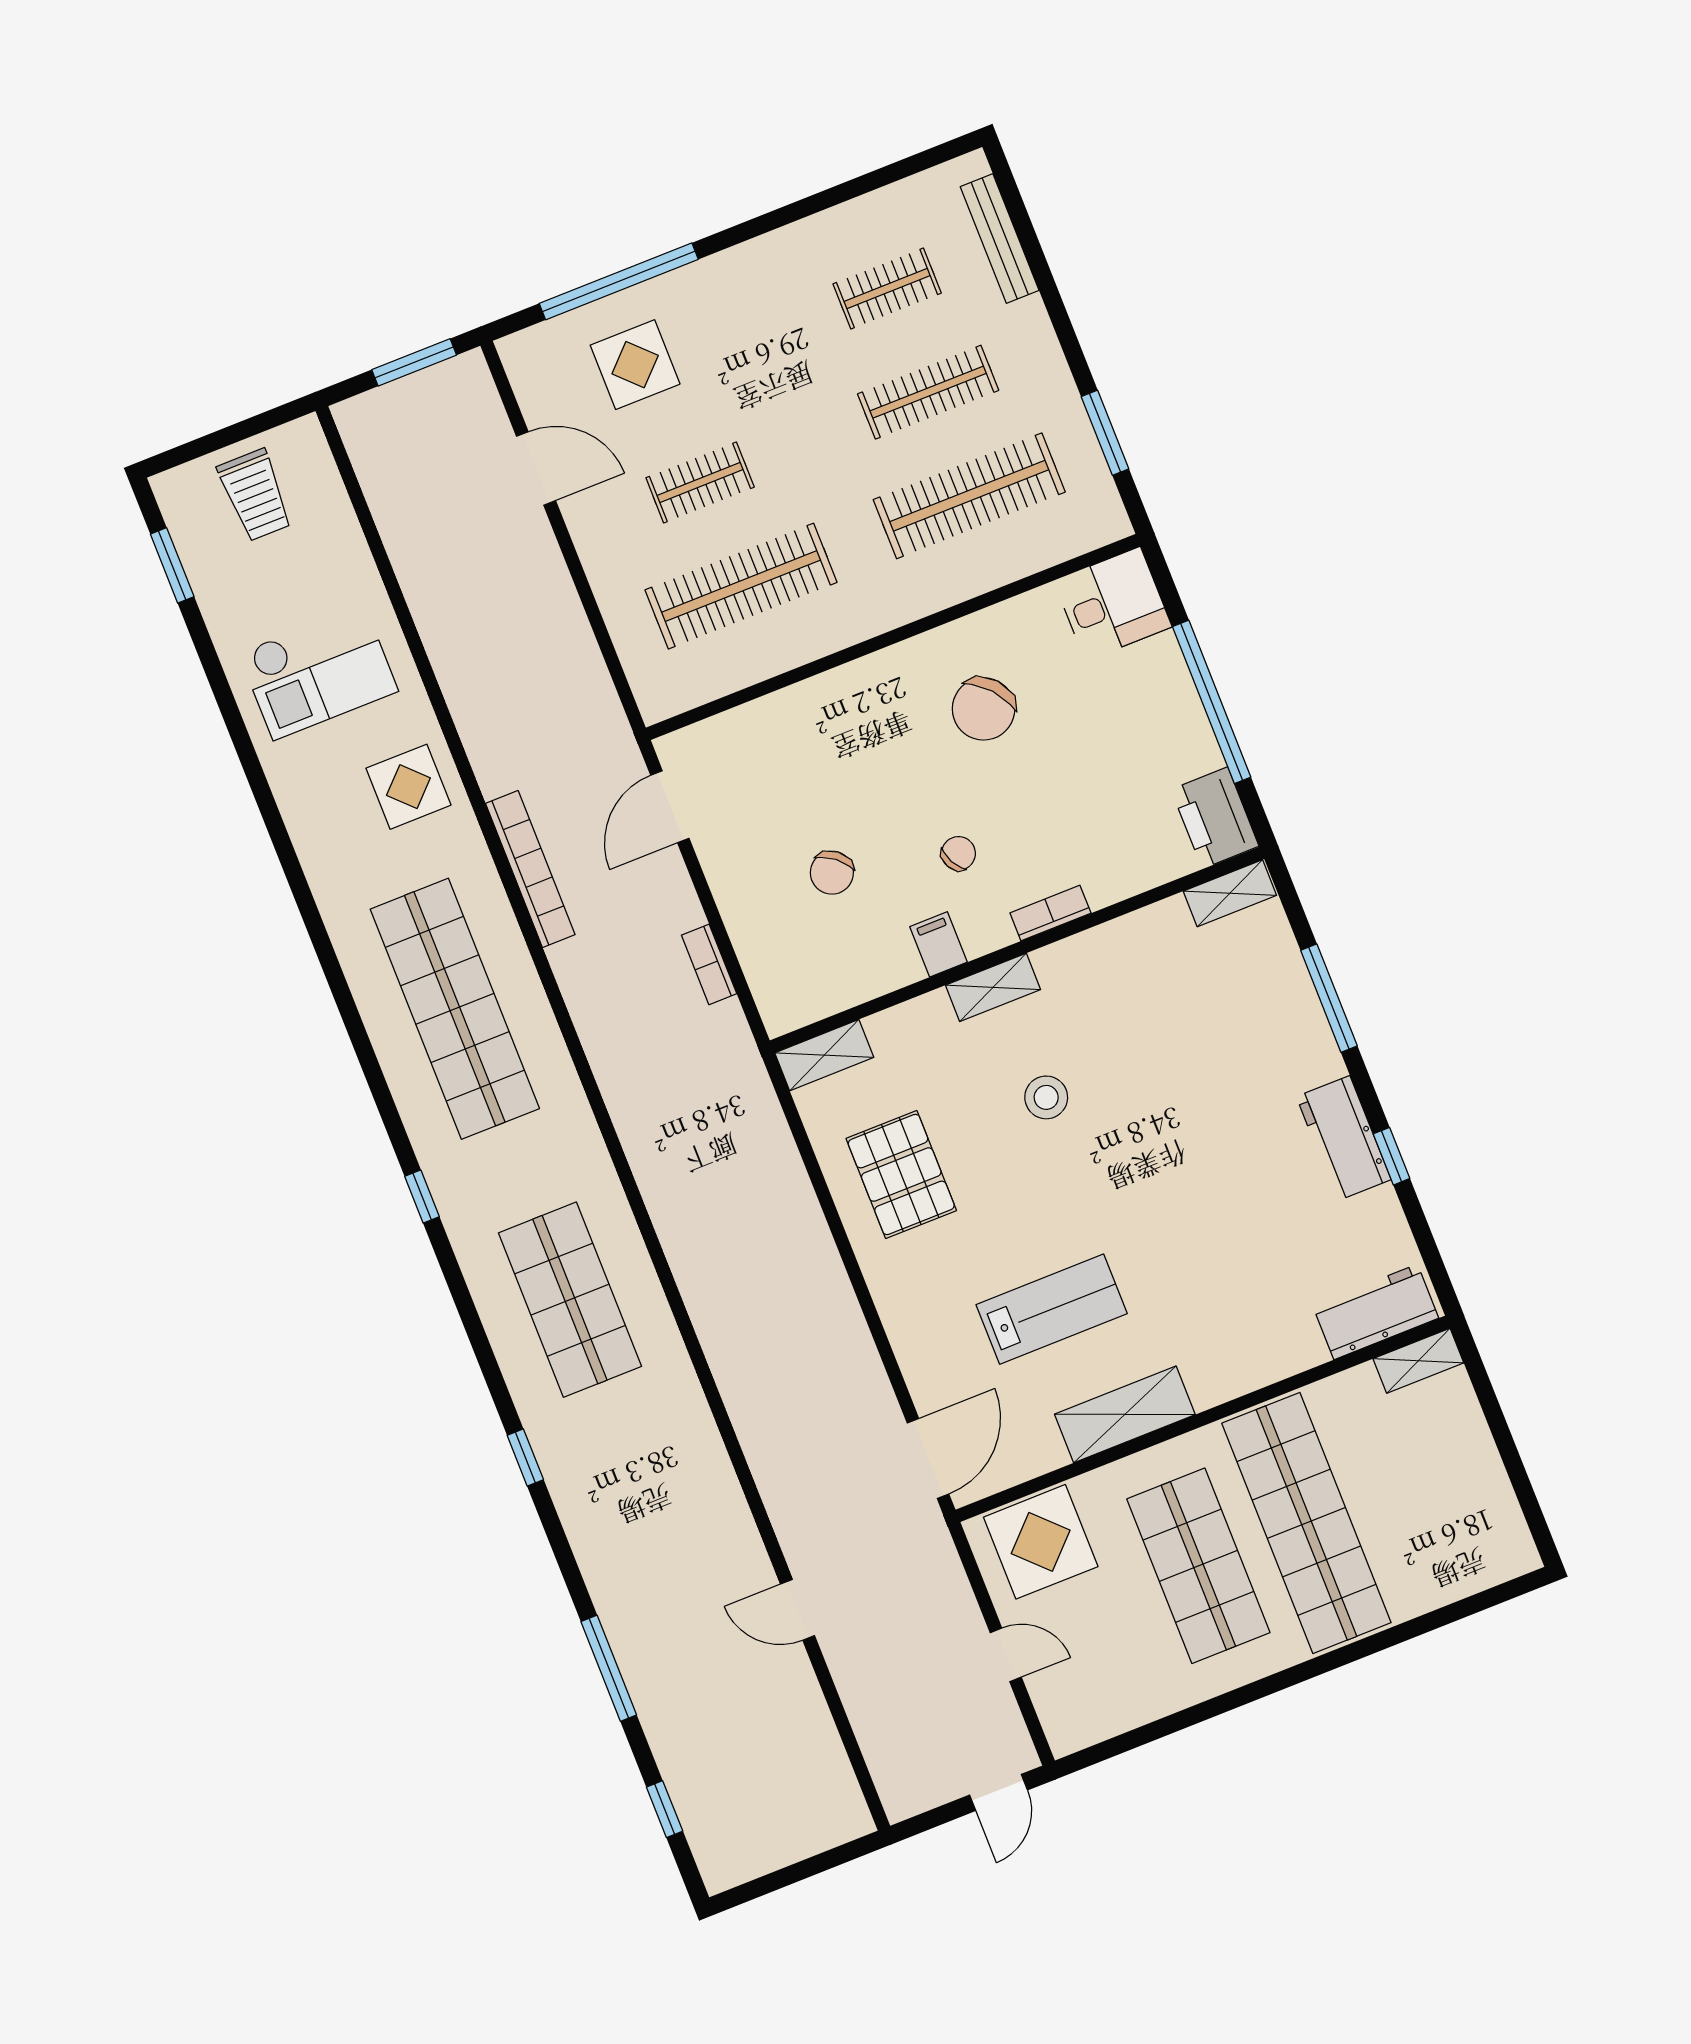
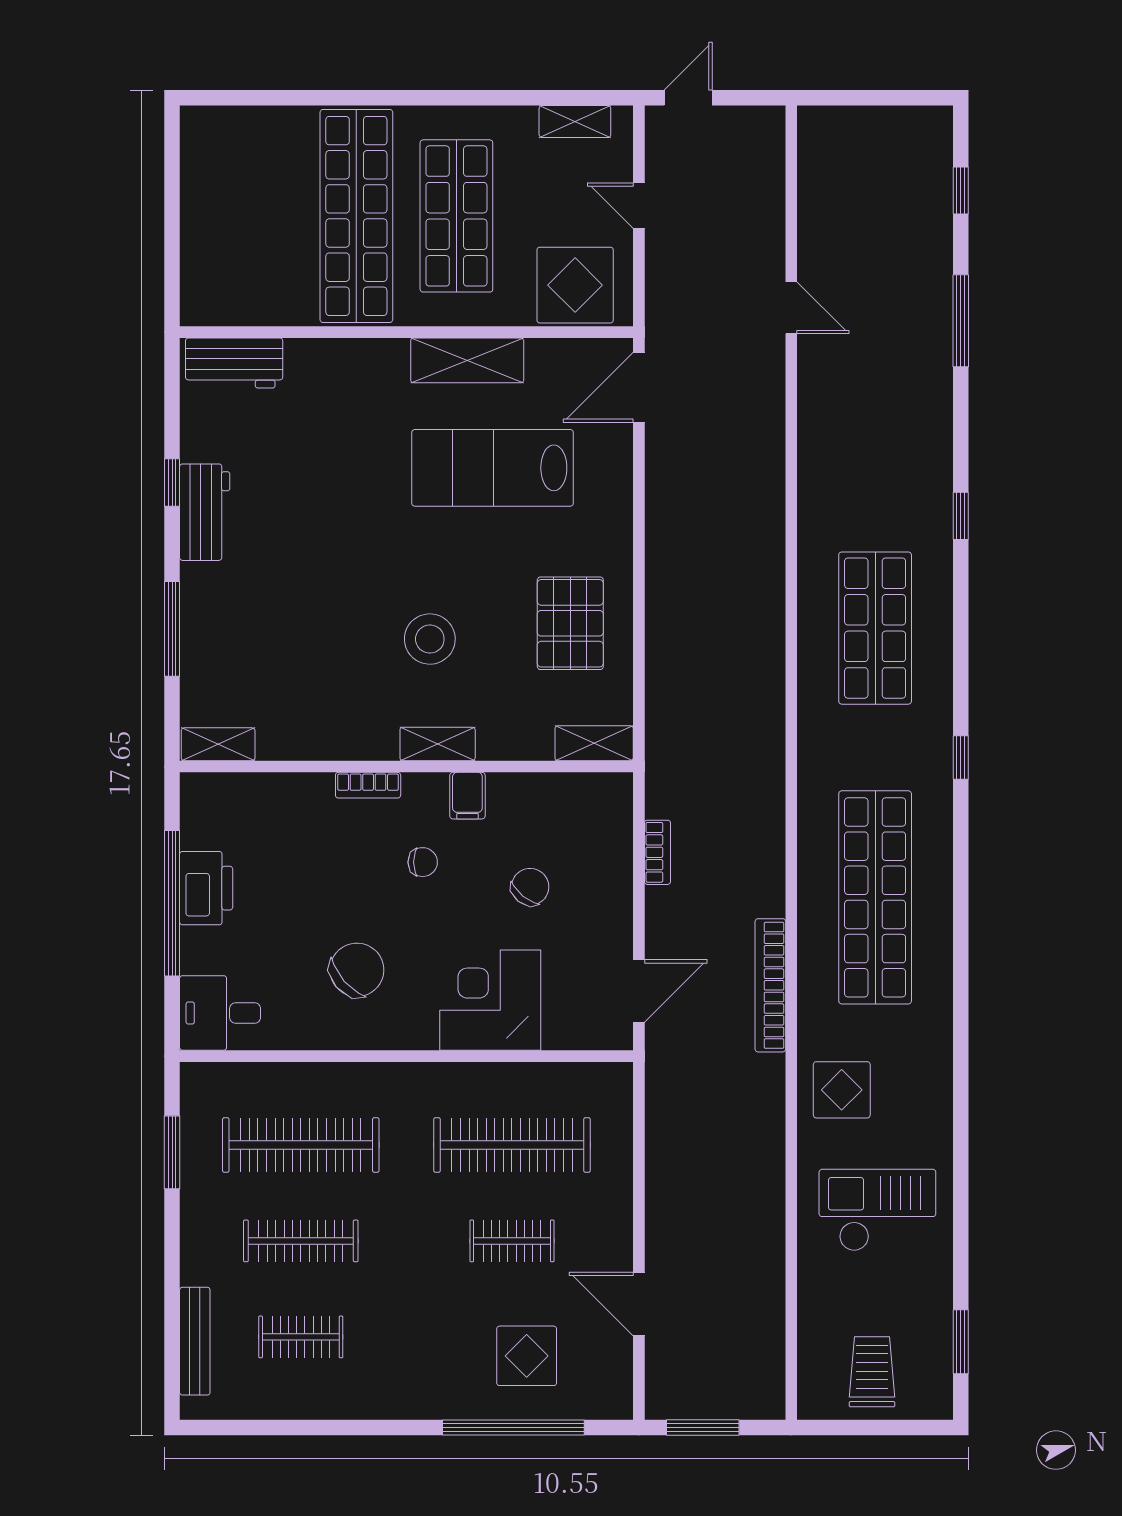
corner desk: (826, 733) -> (490, 1000), added
printer: (1215, 818) -> (206, 888), moved
chair: (958, 853) -> (423, 862), turned -153
stool: (1046, 1097) -> (430, 639), width x1.38, depth x1.38
lab bench: (1052, 1309) -> (493, 468), width x1.36, depth x1.39
shelving: (1418, 1361) -> (575, 122), moved

